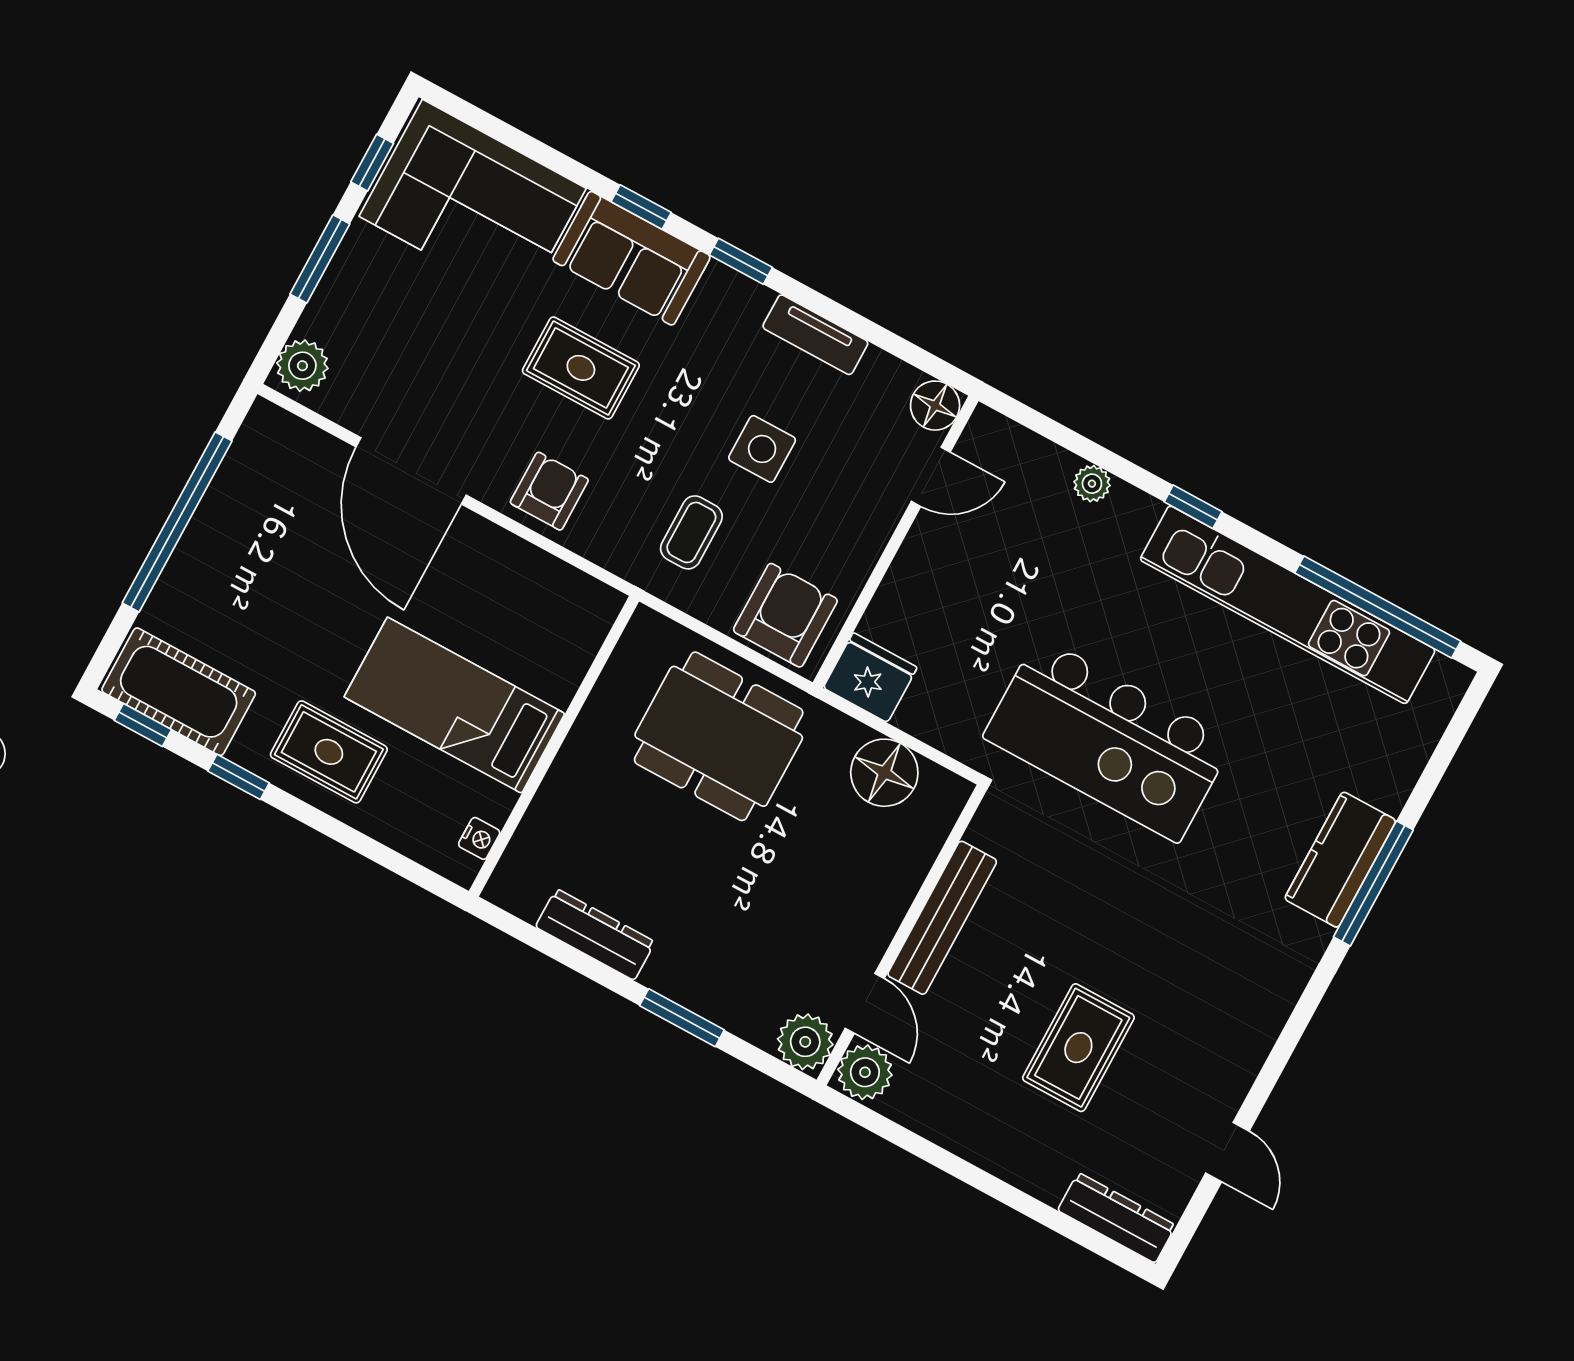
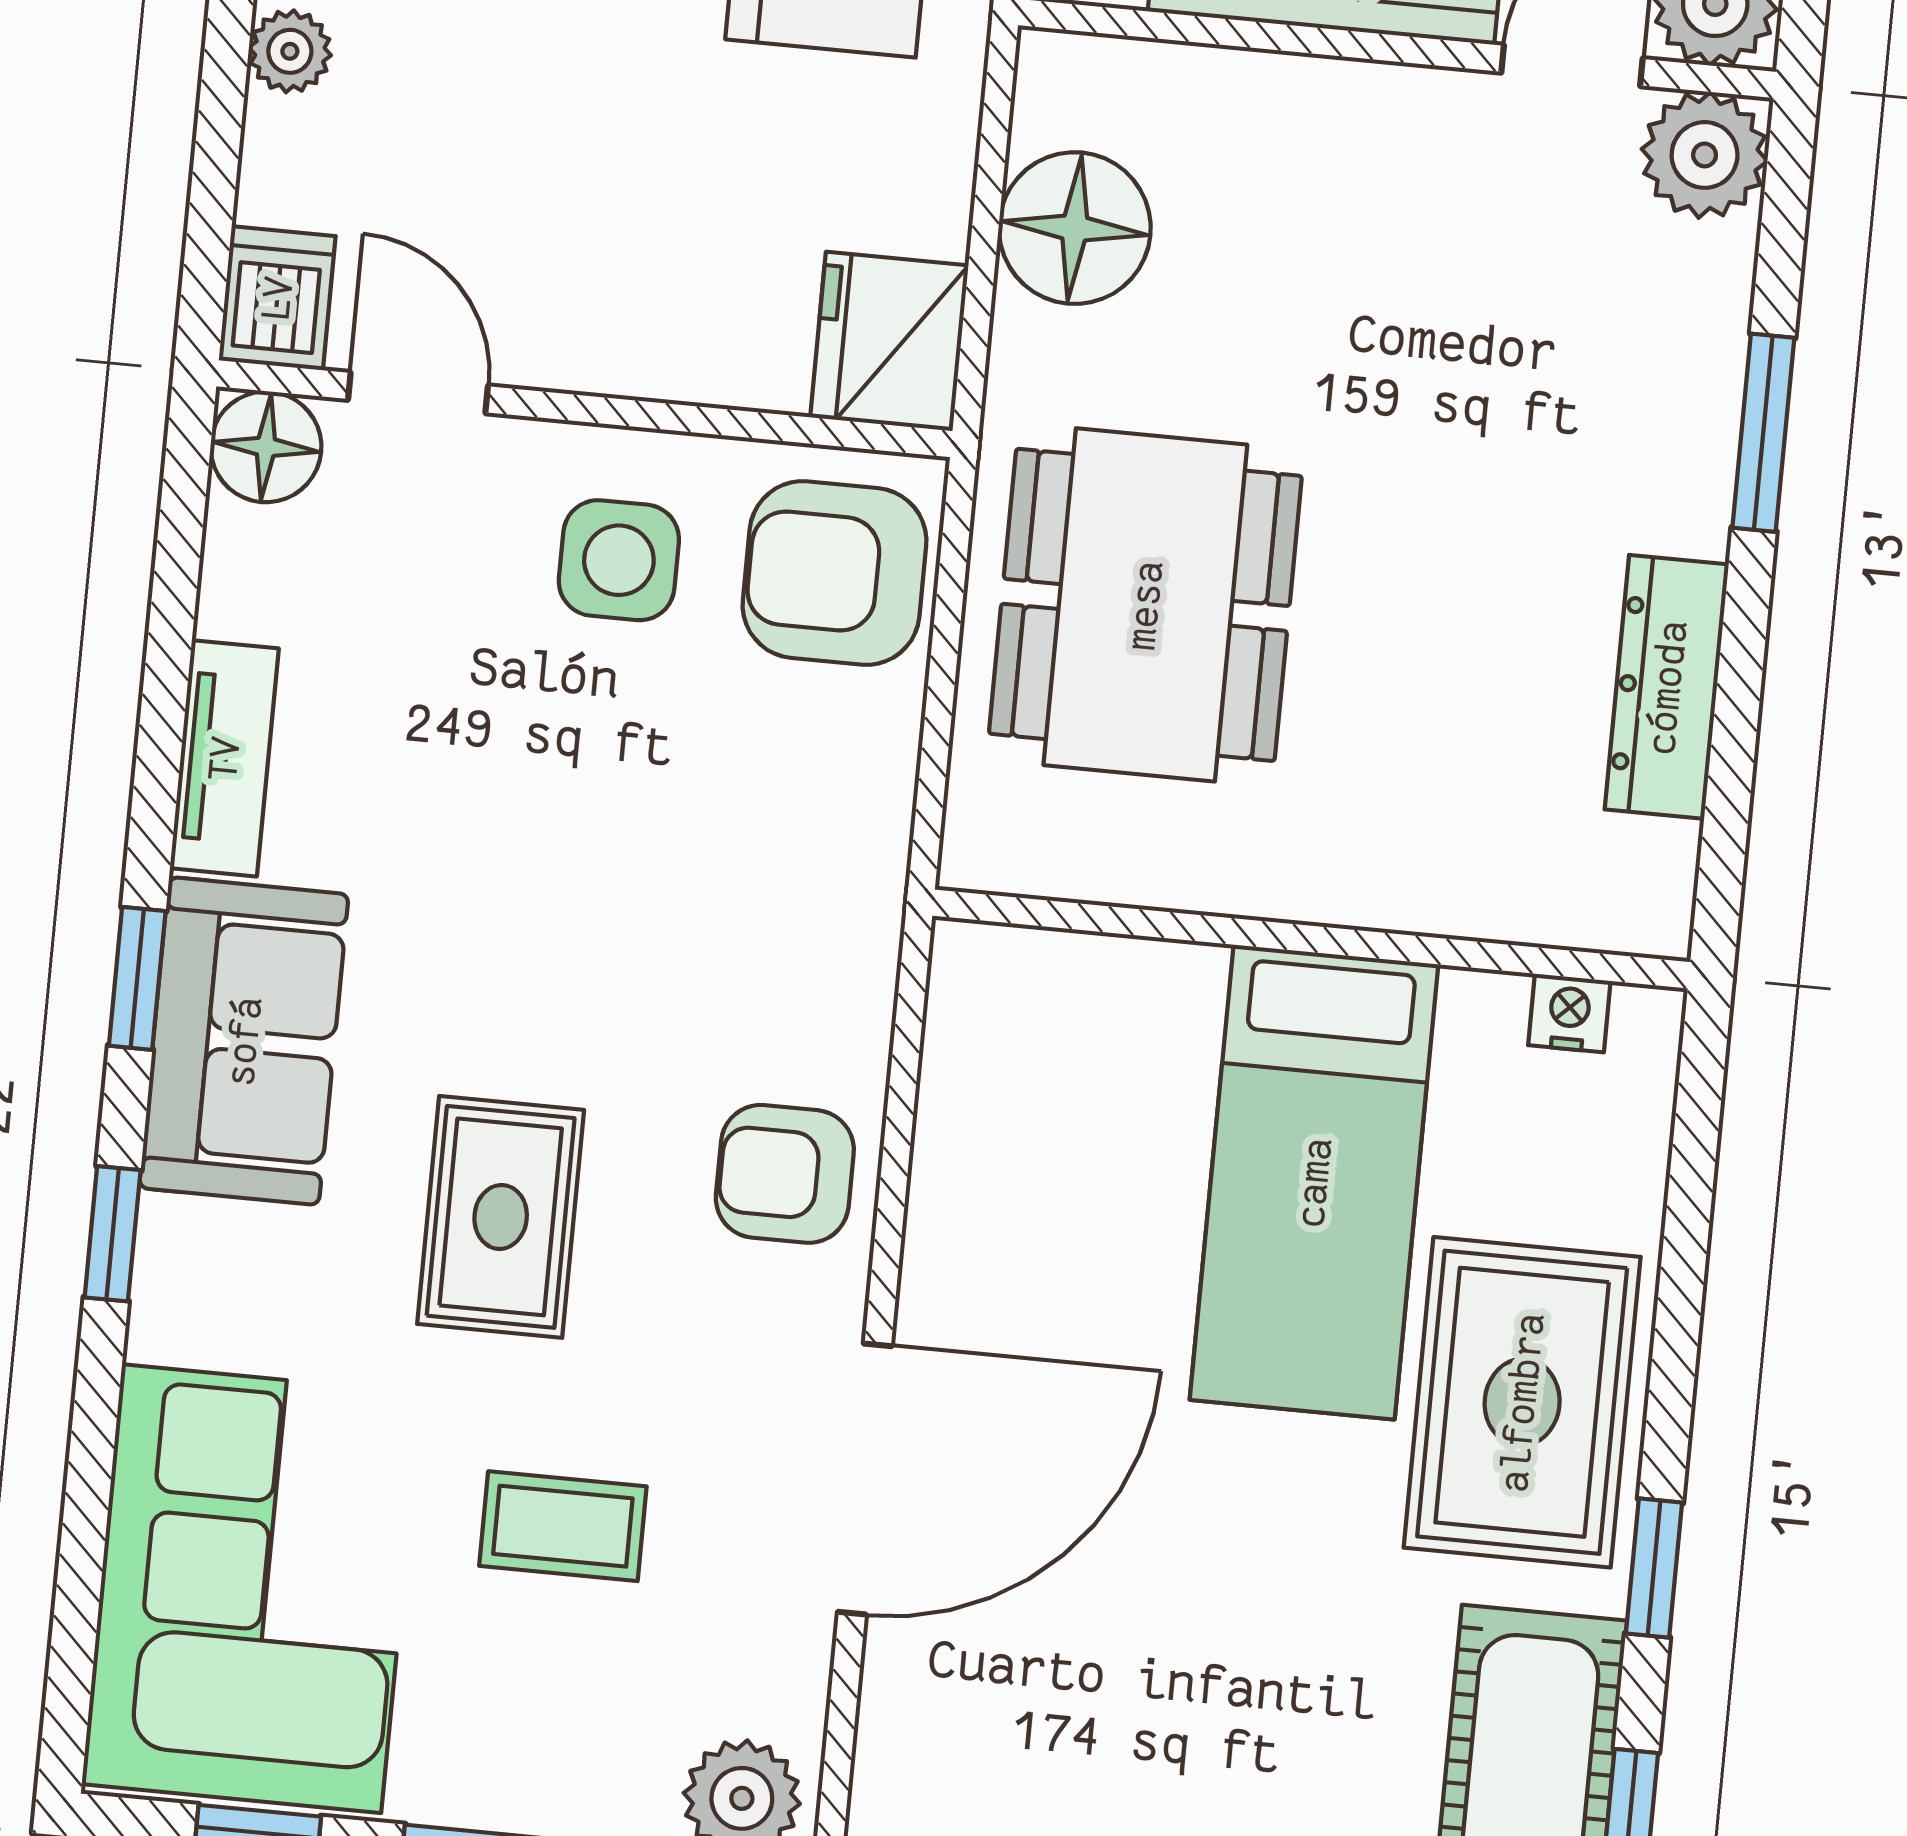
sofa: (631, 258) -> (244, 1041), moved
dishwasher: (994, 436) -> (277, 298), added
side table: (762, 449) -> (619, 560), moved
coffee table: (691, 532) -> (563, 1526), moved
rug: (329, 752) -> (1522, 1402), width x1.36, depth x1.43

